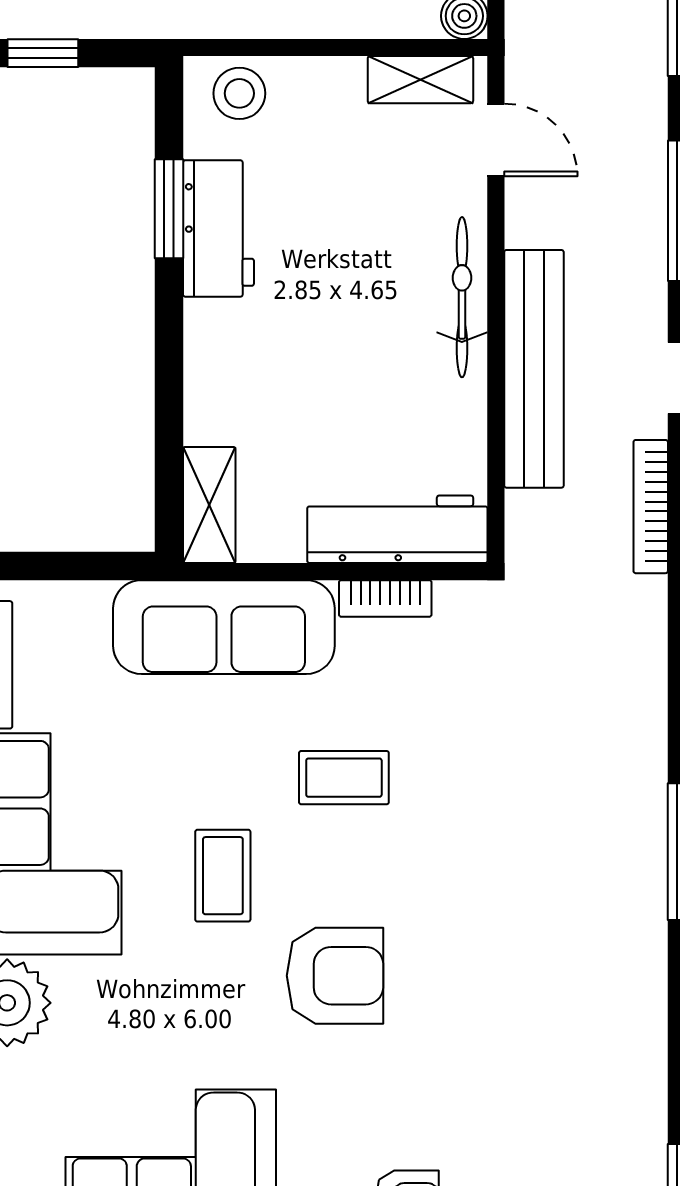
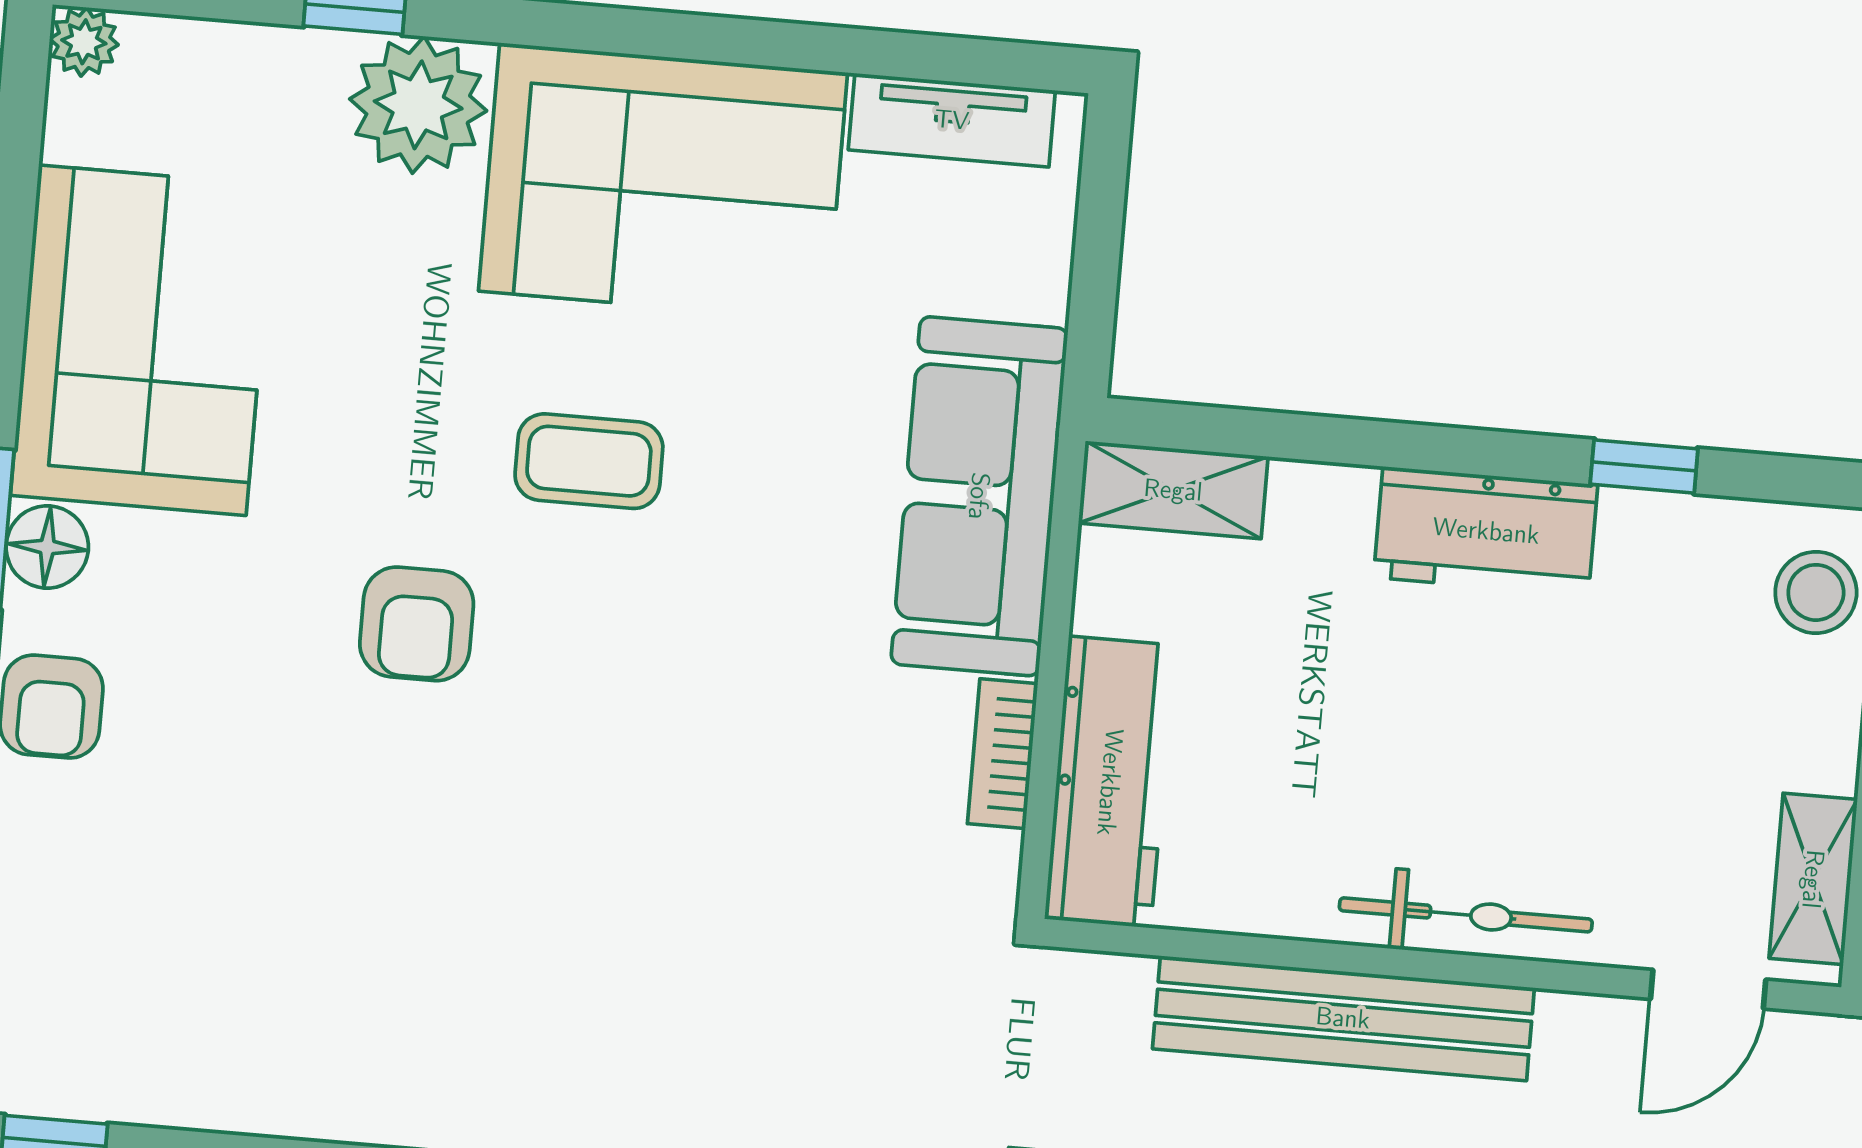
window: (169, 209) -> (1644, 466), width x0.67
workbench: (218, 228) -> (1486, 531), moved
coffee table: (344, 778) -> (727, 665), removed
armchair: (335, 976) -> (417, 624), width x0.72, depth x0.72

